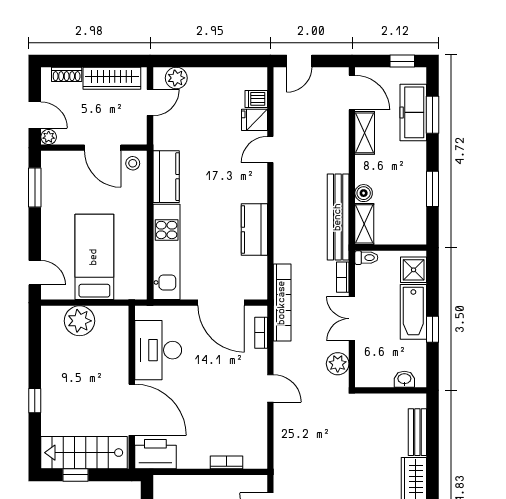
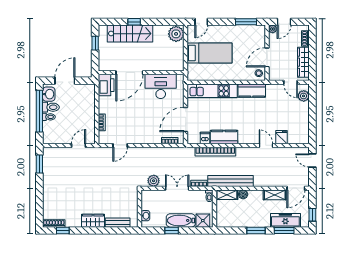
dishwasher: (256, 99) -> (205, 138), moved
window: (432, 189) -> (256, 230), moved
bookcase: (282, 303) -> (215, 152), moved
plant: (79, 321) -> (176, 34), moved
door: (270, 388) -> (120, 145), moved
stairs: (84, 453) -> (130, 34), moved, turned 90

